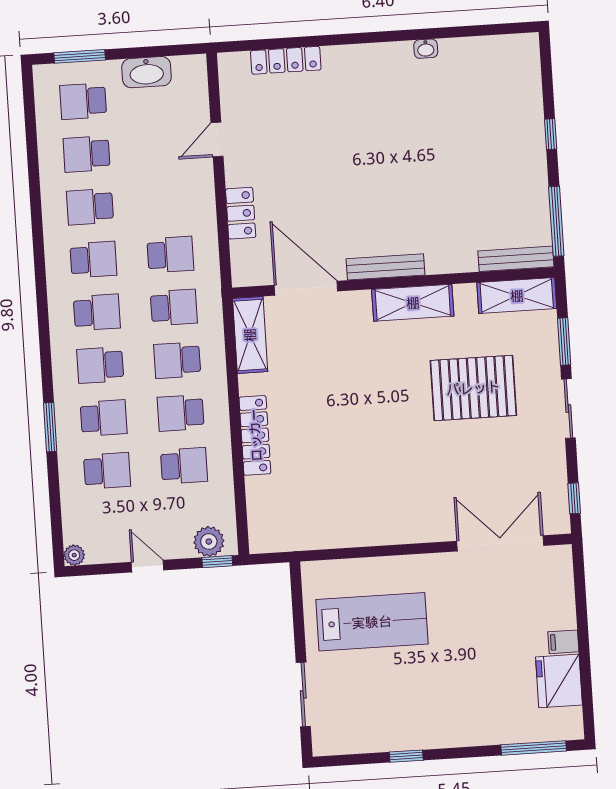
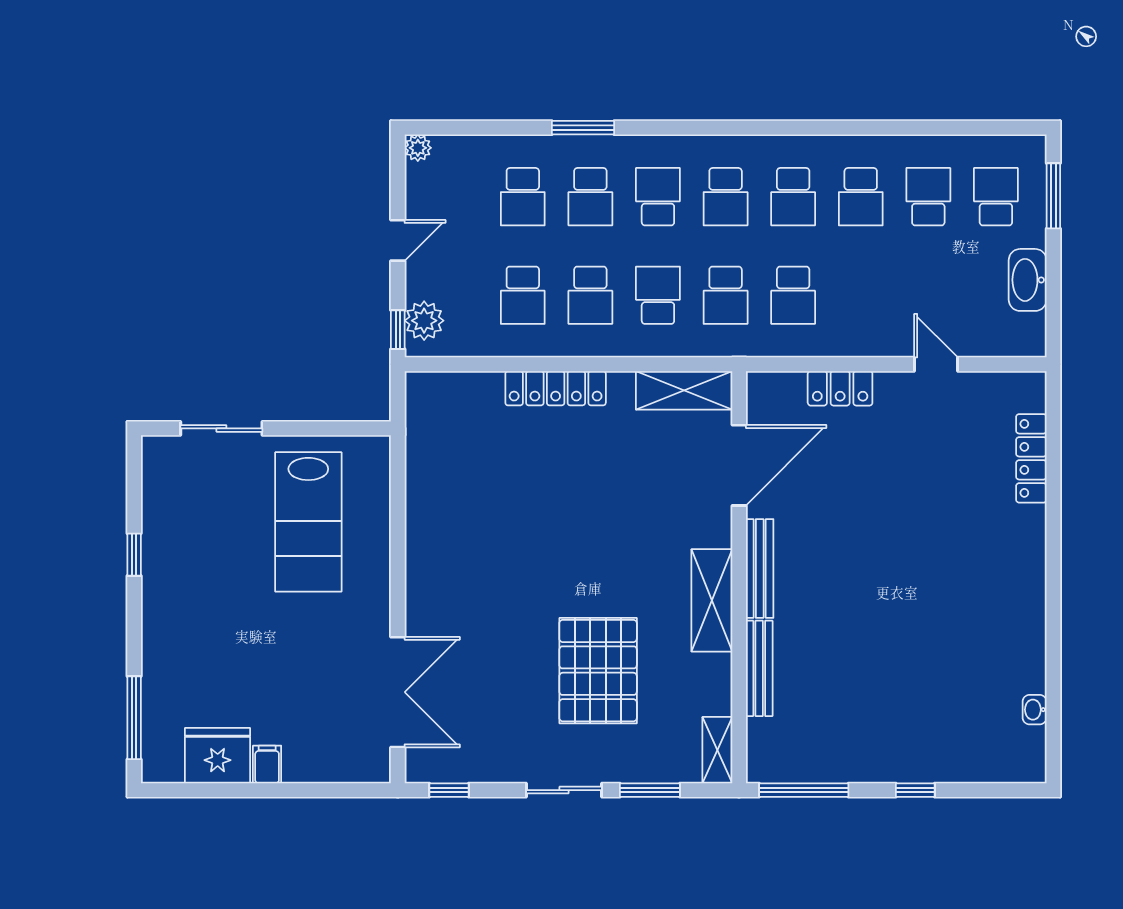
washbasin: (426, 49) -> (1035, 710), moved
school desk: (90, 207) -> (861, 197), turned 180
bench: (516, 259) -> (759, 668), moved
shelving: (517, 296) -> (717, 750), width x0.67, depth x0.75
school desk: (181, 413) -> (590, 295), turned 180

